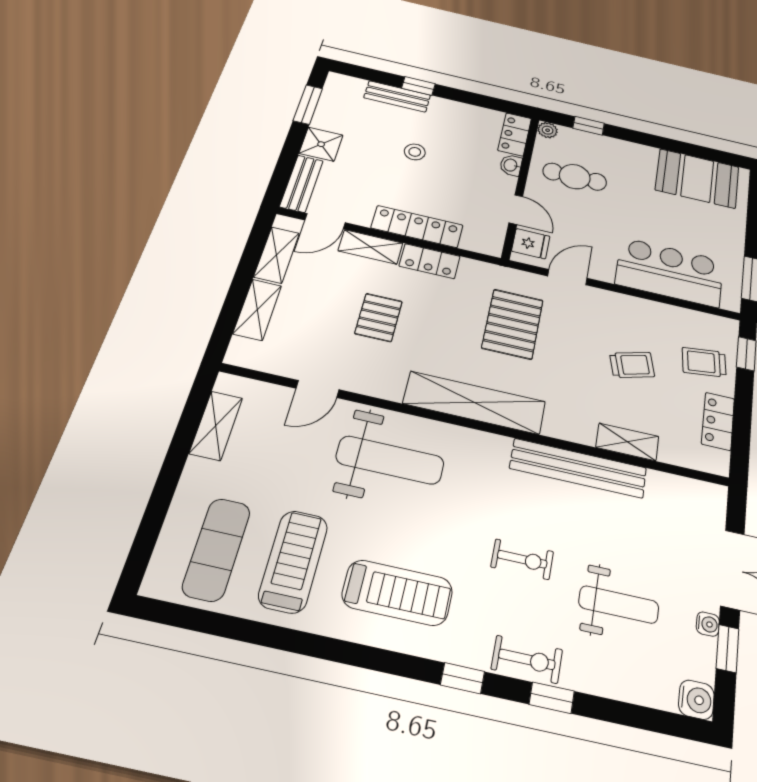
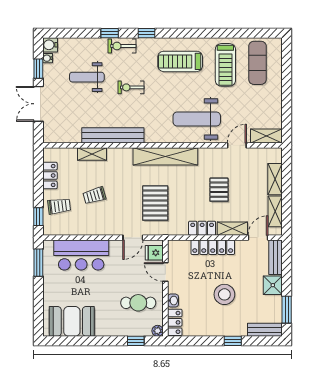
bench: (397, 96) -> (265, 330), moved
stool: (415, 152) -> (224, 294), width x1.89, depth x1.89
shelving: (216, 426) -> (266, 136), moved, turned 90
water cooler: (708, 624) -> (48, 58), moved

